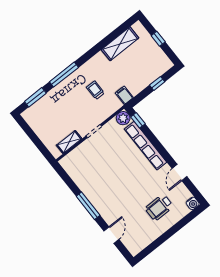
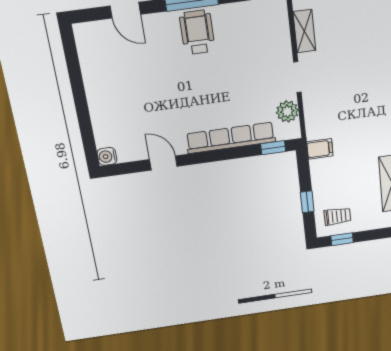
window: (158, 39) -> (342, 239), moved
trolley: (95, 90) -> (337, 216), moved
plant: (123, 118) -> (287, 111), moved
wheelchair: (159, 207) -> (197, 32), moved

